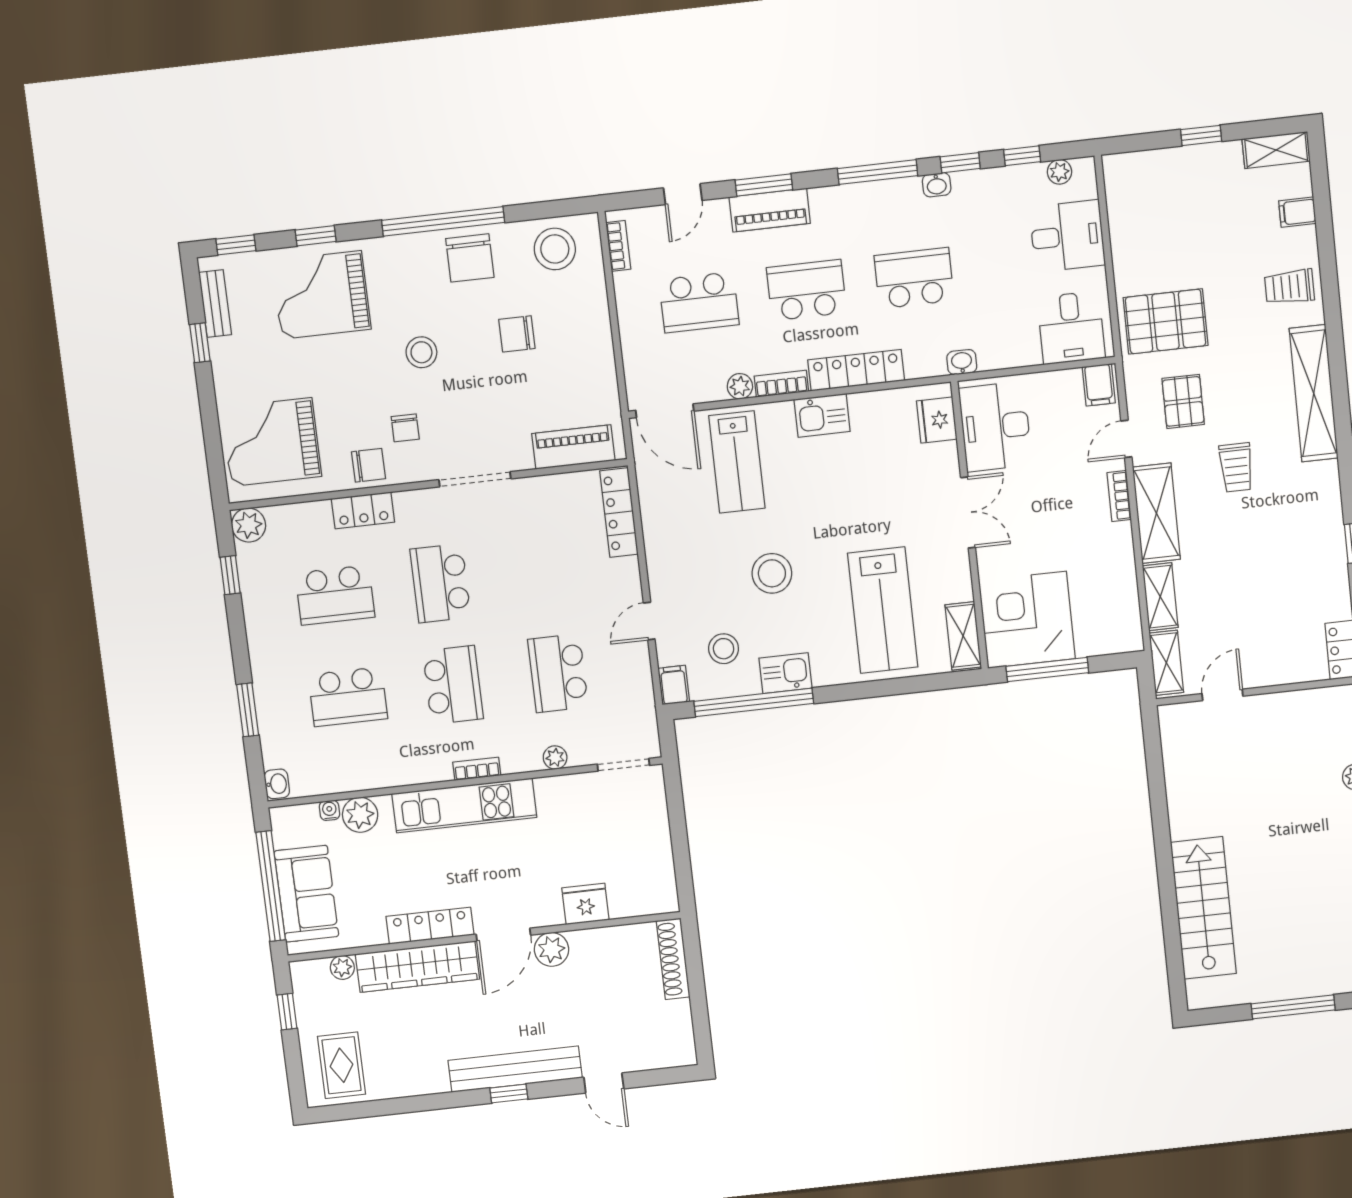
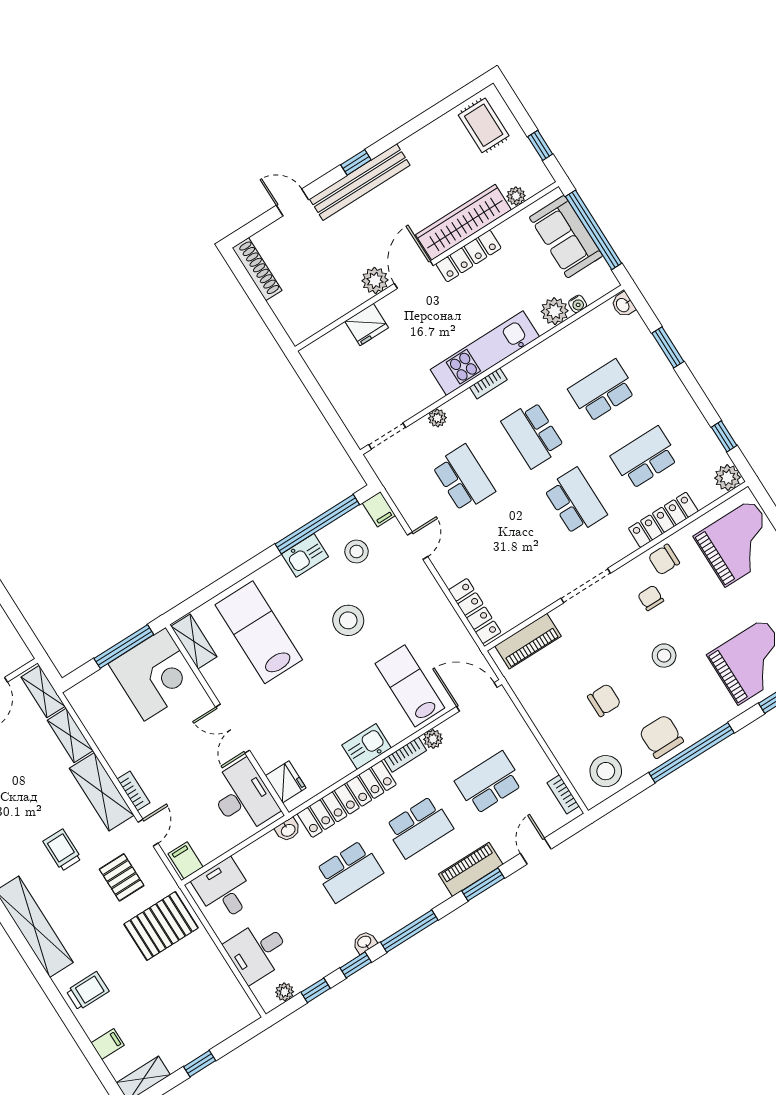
locker: (856, 370) -> (347, 799), width x1.41, depth x1.21
locker: (363, 510) -> (663, 520), width x1.53
shoe rack: (673, 959) -> (257, 269), moved

